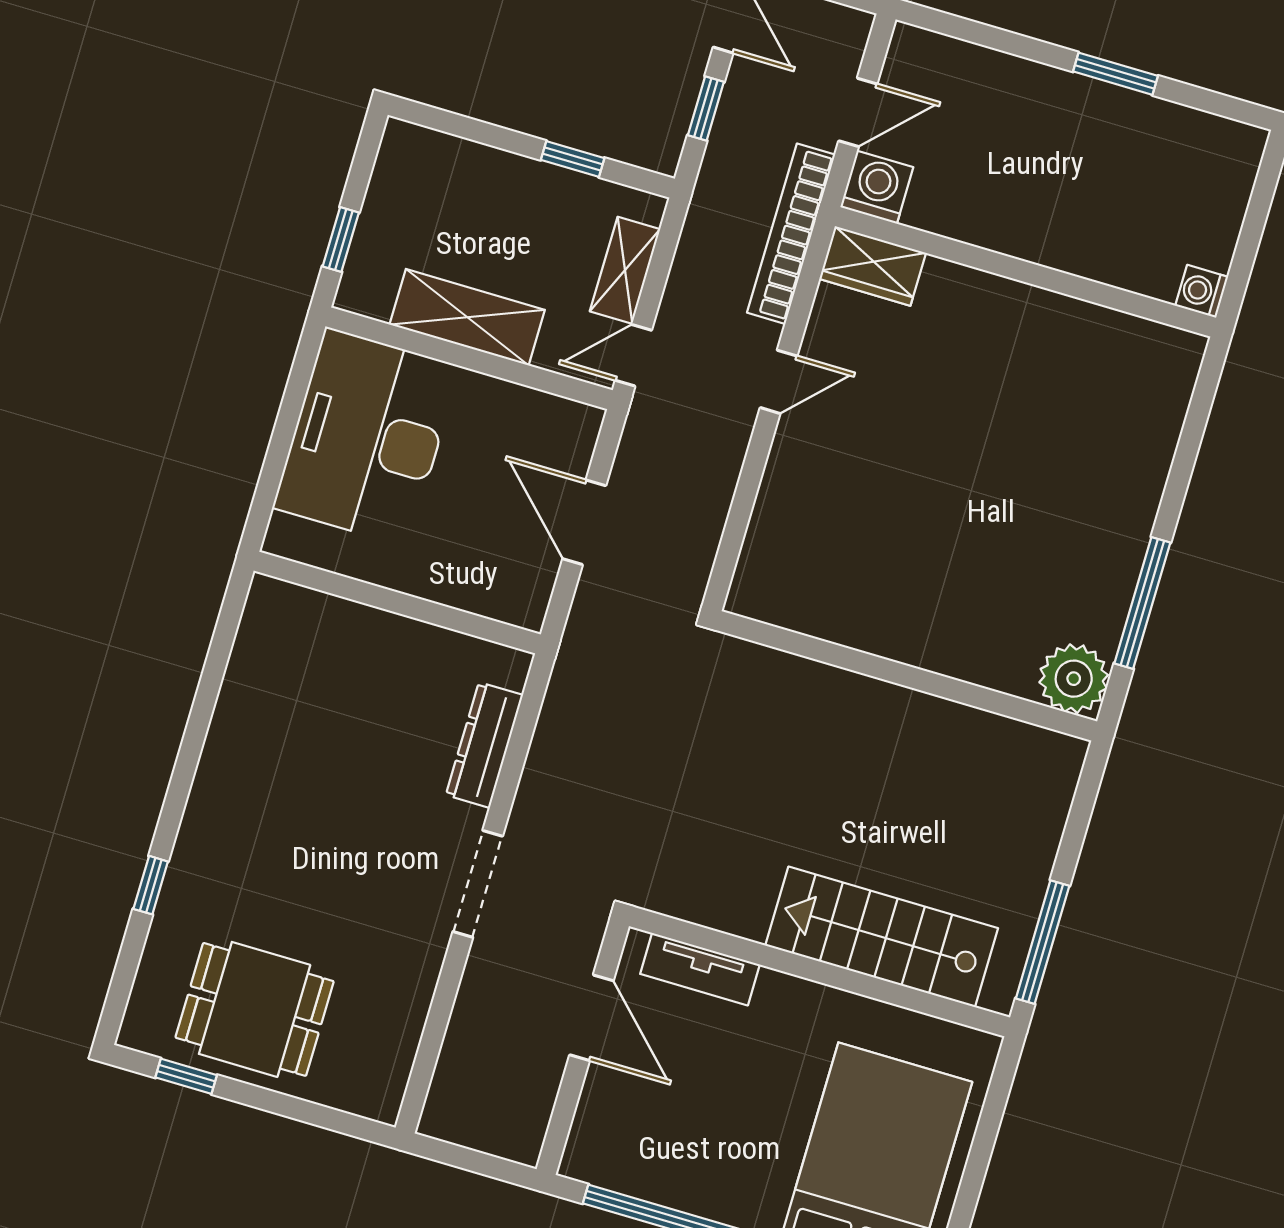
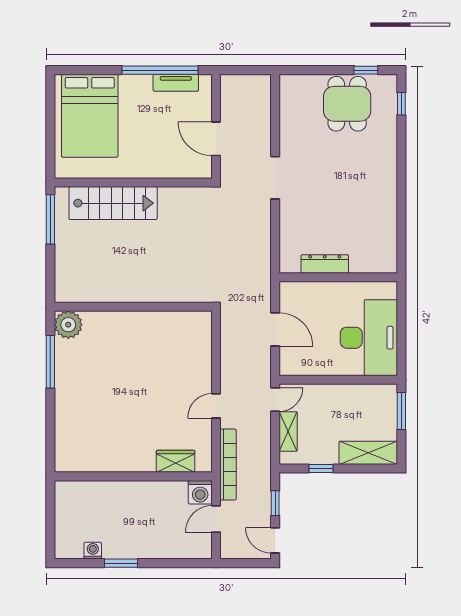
window: (341, 239) -> (401, 411), width x1.50
wardrobe: (873, 266) -> (176, 461), moved
washing machine: (1202, 291) -> (93, 551), moved, turned -90
shelving: (467, 317) -> (368, 453), moved
dresser: (484, 745) -> (325, 264), moved, turned -90
window: (151, 885) -> (401, 104), moved
tv unit: (700, 969) -> (176, 83), moved, turned 180
dining table: (255, 1009) -> (347, 104), turned 90

